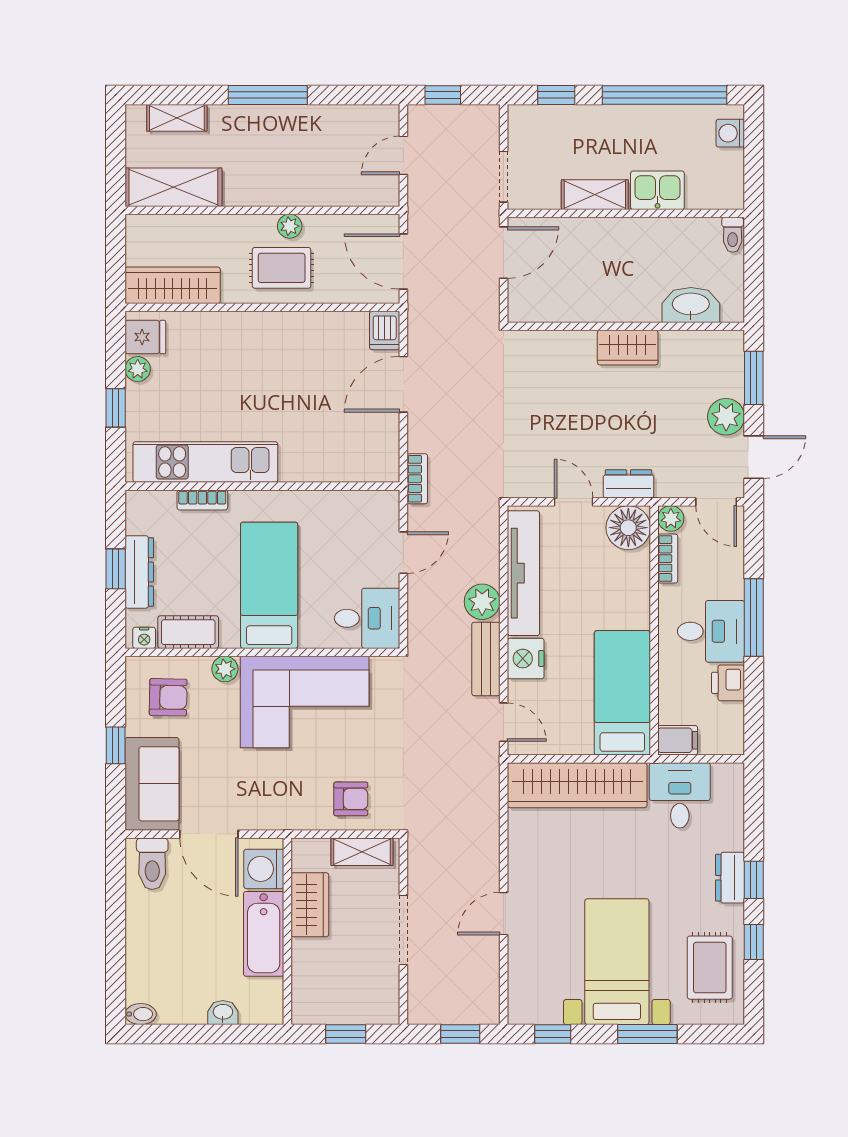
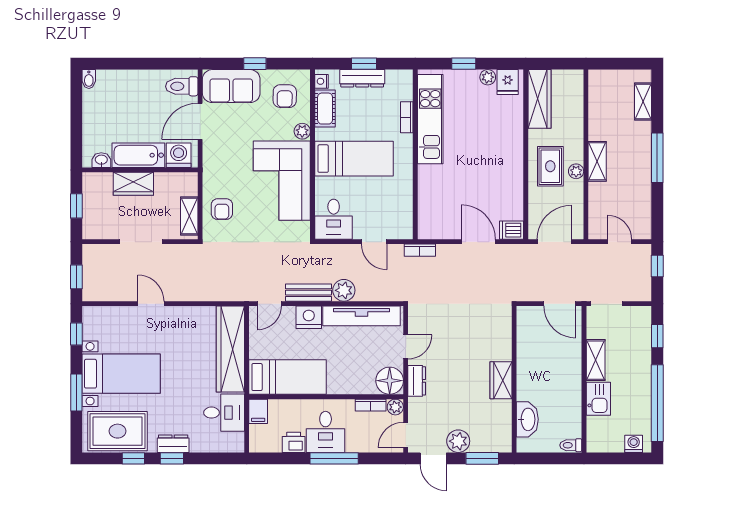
shelving: (173, 187) -> (597, 161), moved, width x0.67, depth x0.75
wardrobe: (310, 905) -> (133, 184), moved
rug: (710, 968) -> (118, 431), width x1.36, depth x1.43
washbasin: (223, 1013) -> (101, 160), moved, turned -90

